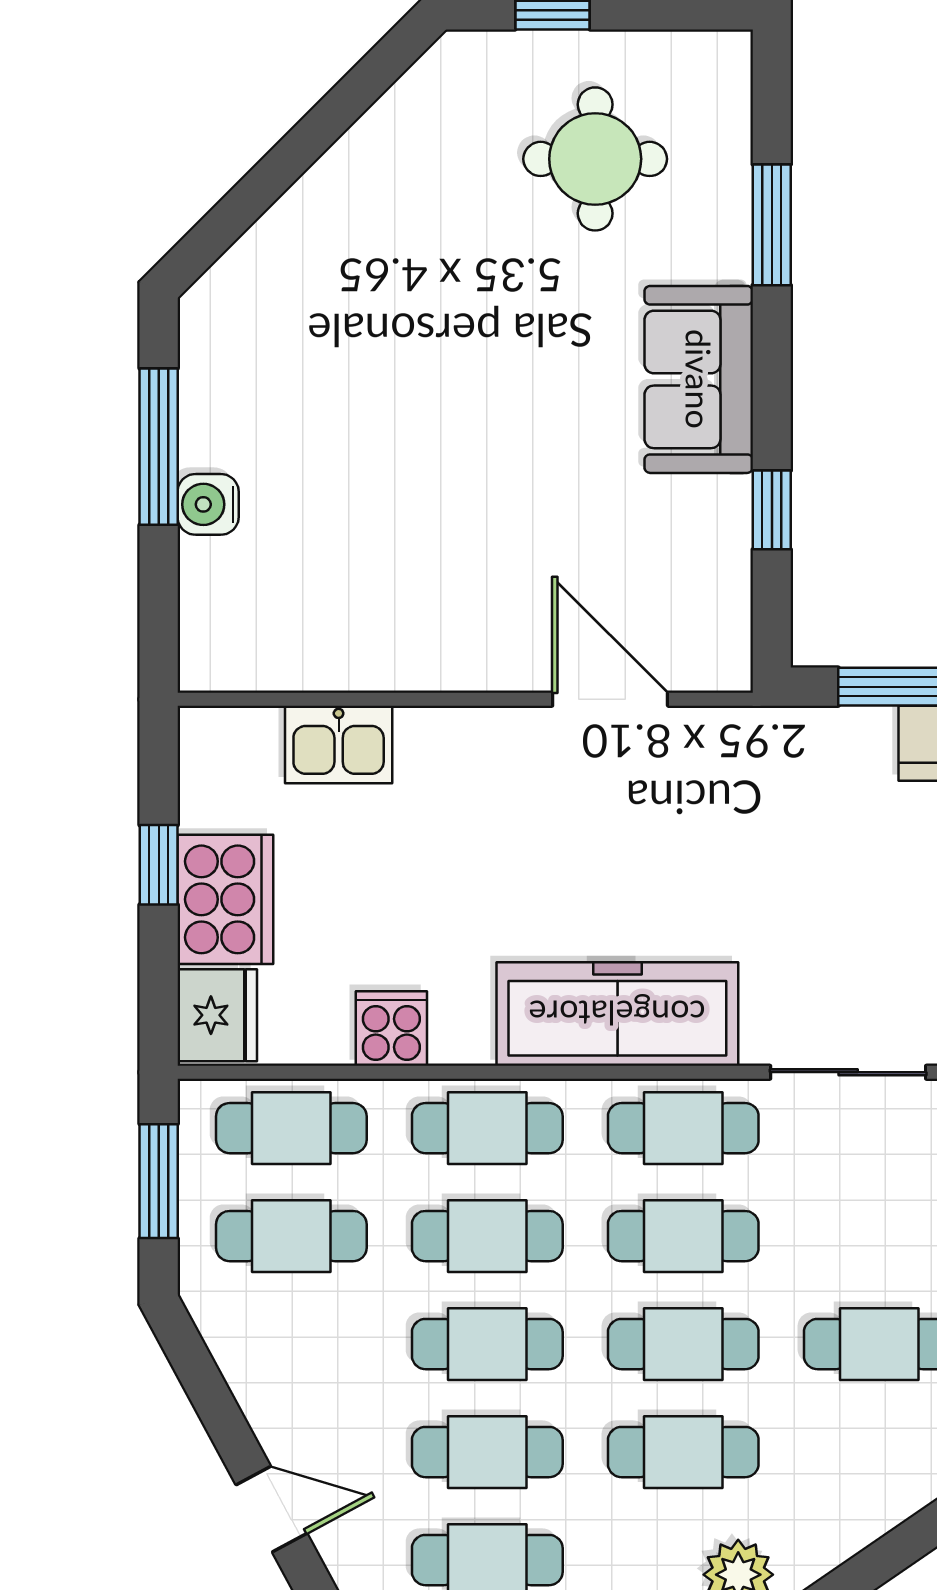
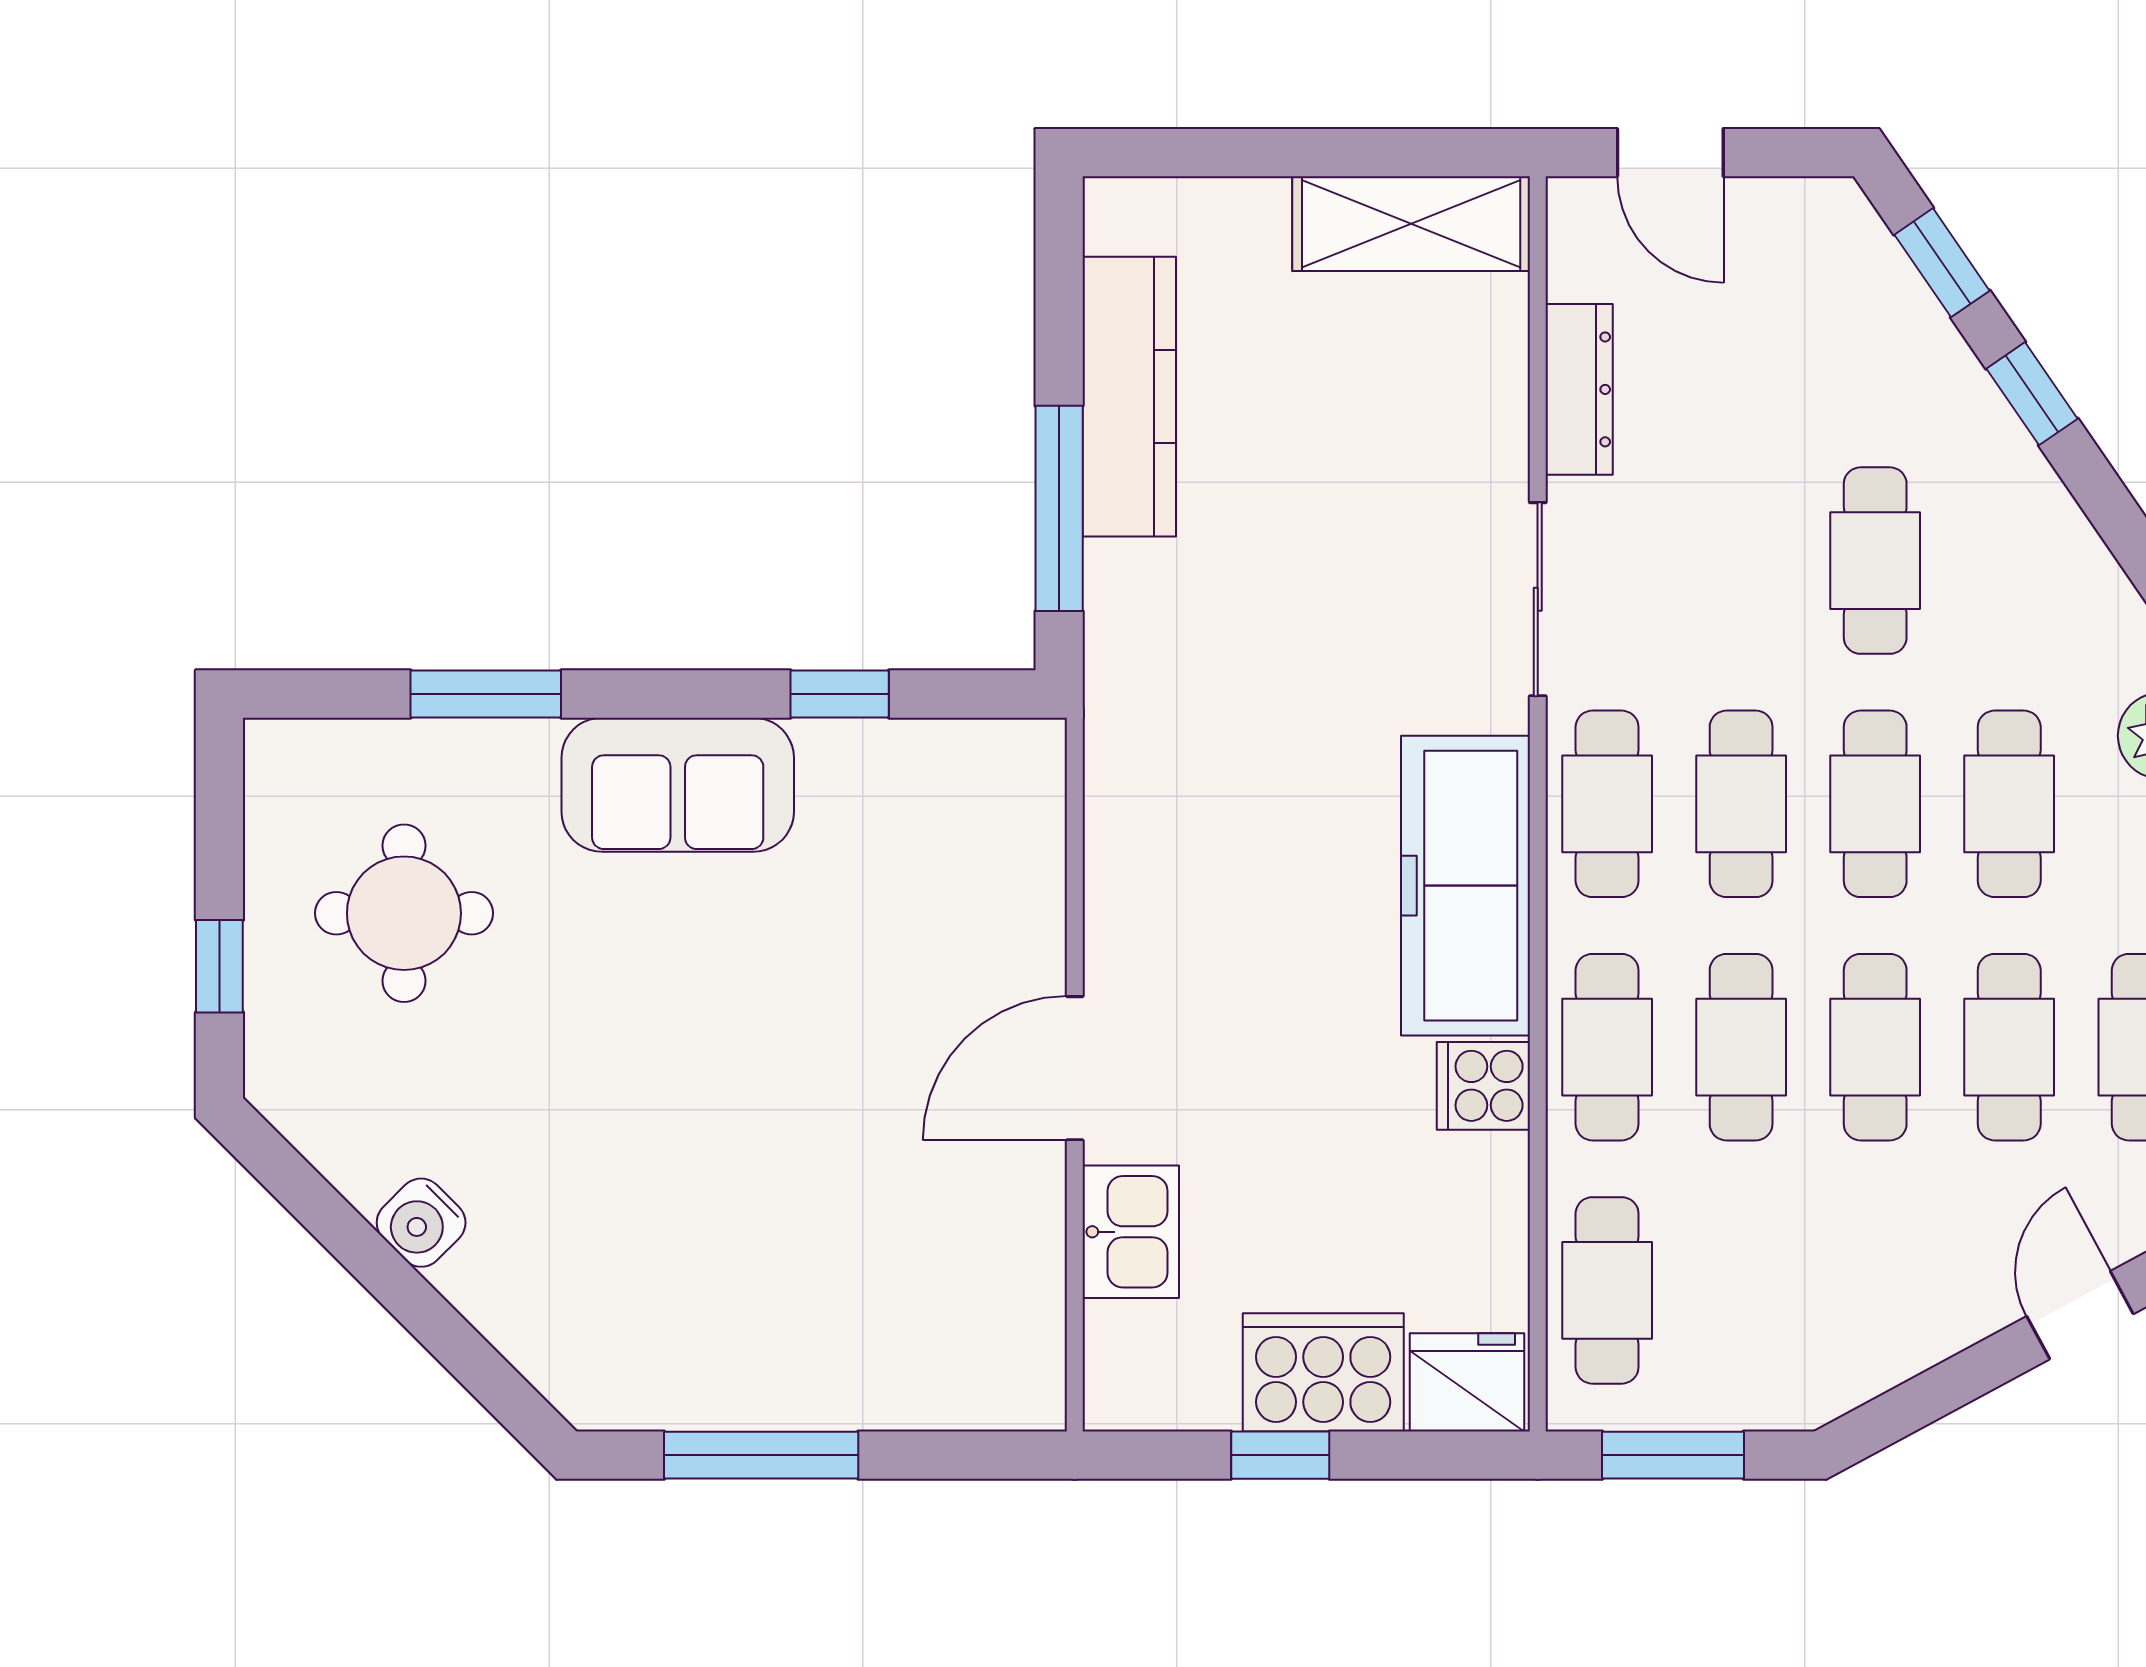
water cooler: (208, 504) -> (421, 1223), moved, turned 45
door: (610, 699) -> (1075, 1068), moved
cooker: (391, 1028) -> (1483, 1086), moved
cafe table: (291, 1236) -> (1741, 1290), removed

